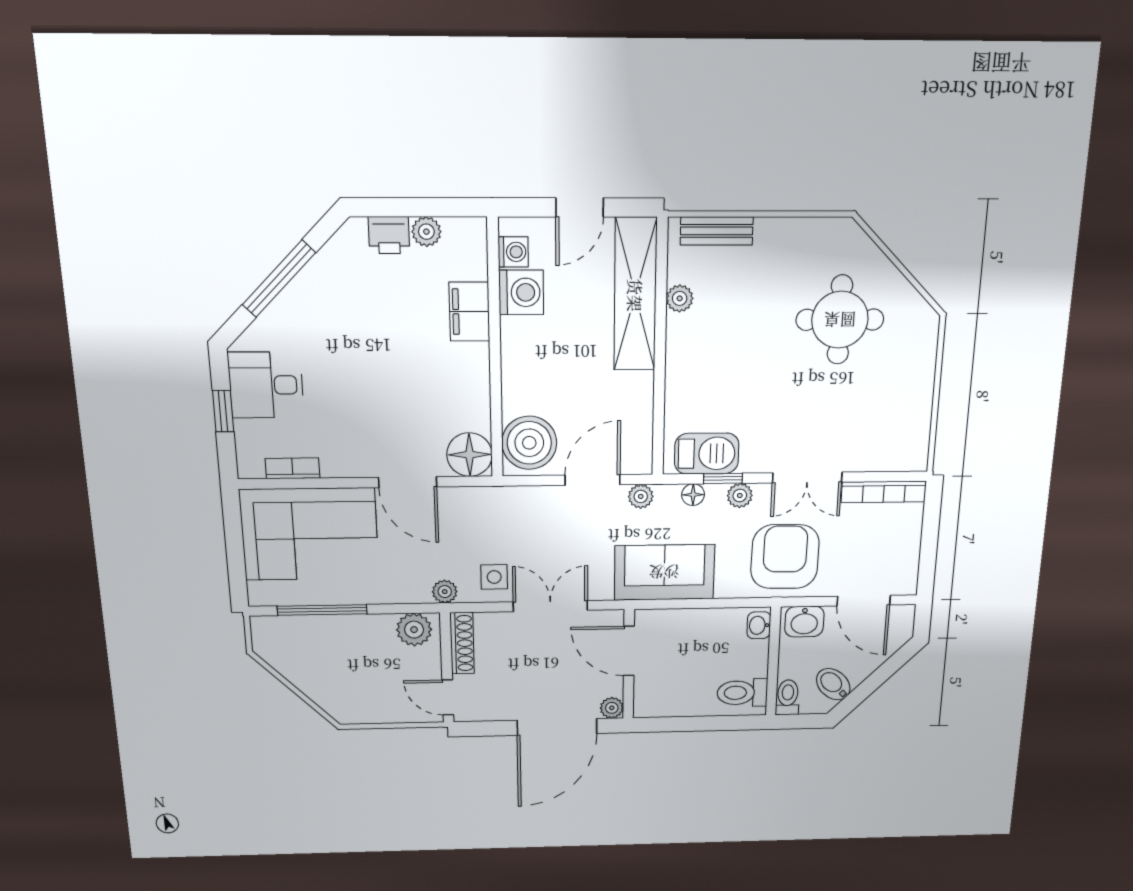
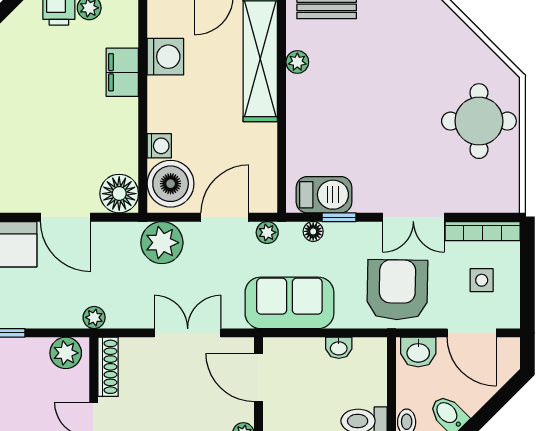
washing machine: (513, 252) -> (159, 146), moved
round table: (840, 320) -> (479, 121), moved
plant: (740, 495) -> (162, 243), moved, width x1.87, depth x1.87
side table: (494, 577) -> (482, 280), moved
washbasin: (759, 625) -> (339, 348), moved, turned -90

